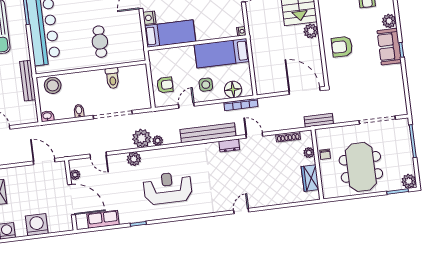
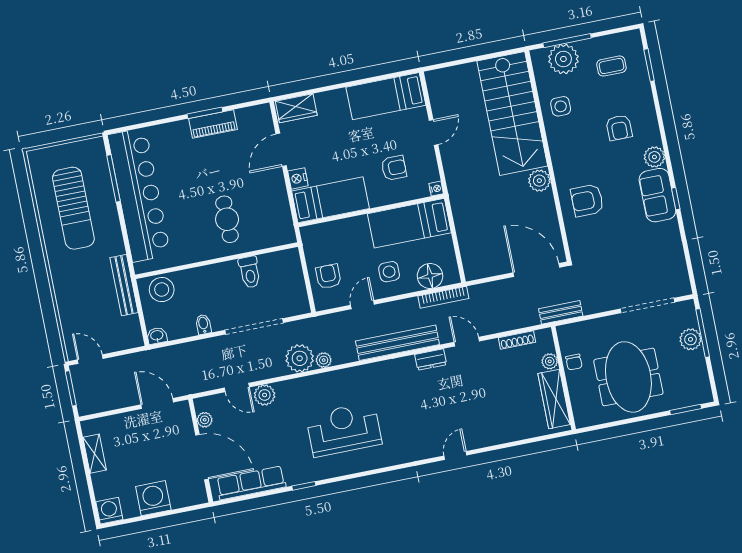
armchair: (214, 15) -> (394, 168), added
armchair: (165, 85) -> (328, 276), turned -90
plant: (134, 159) -> (265, 395), moved
wardrobe: (310, 178) -> (554, 399), width x1.50
plant: (409, 181) -> (691, 339), moved
row of seats: (103, 219) -> (251, 483), width x1.48

